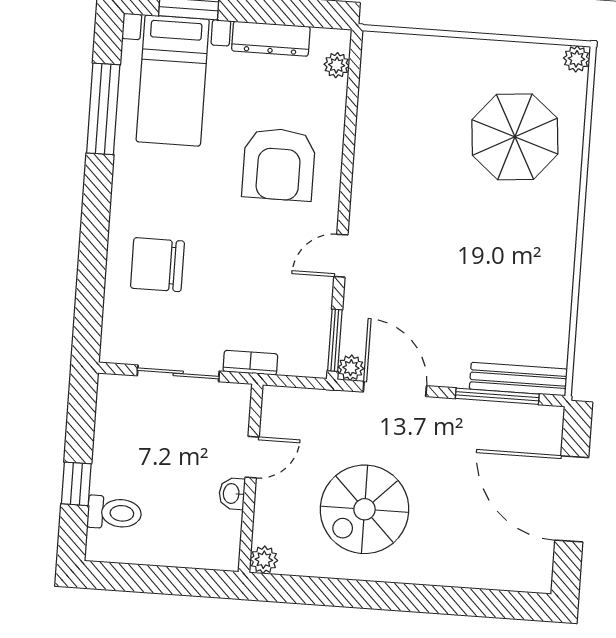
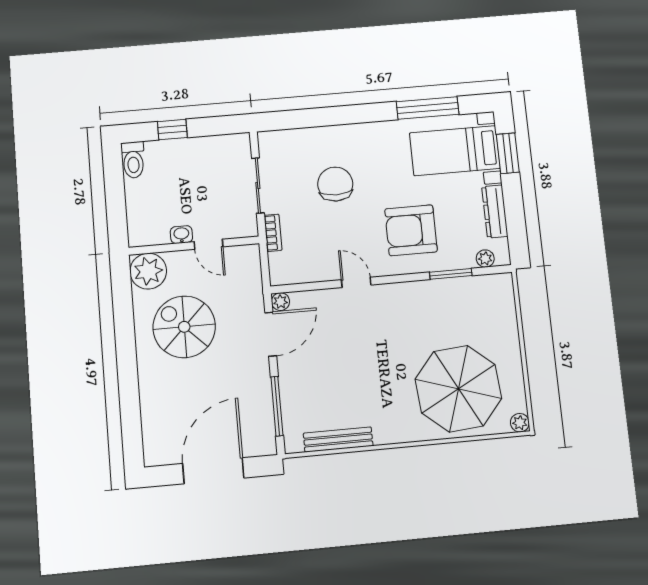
parasol: (515, 137) -> (458, 389), width x1.36, depth x1.36
chair: (157, 265) -> (335, 184), moved
window: (335, 340) -> (451, 274), moved
bench: (518, 379) -> (338, 440), moved, turned 90
toilet: (114, 513) -> (133, 160), moved
plant: (264, 560) -> (148, 271), width x1.88, depth x1.88

